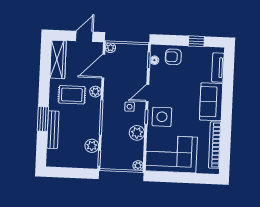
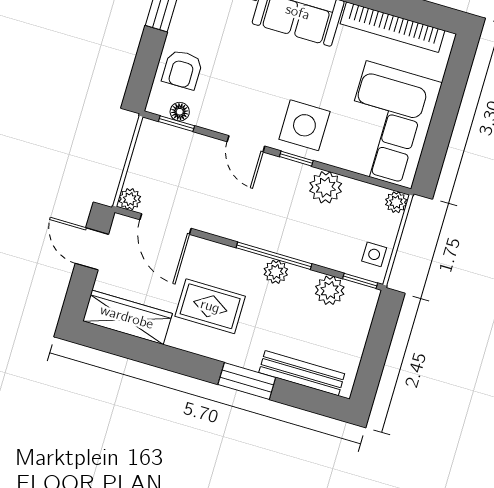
plant: (95, 92) -> (276, 272), moved
rug: (72, 95) -> (210, 306), turned 90
side table: (130, 107) -> (374, 254), moved
bench: (53, 130) -> (302, 373), moved

